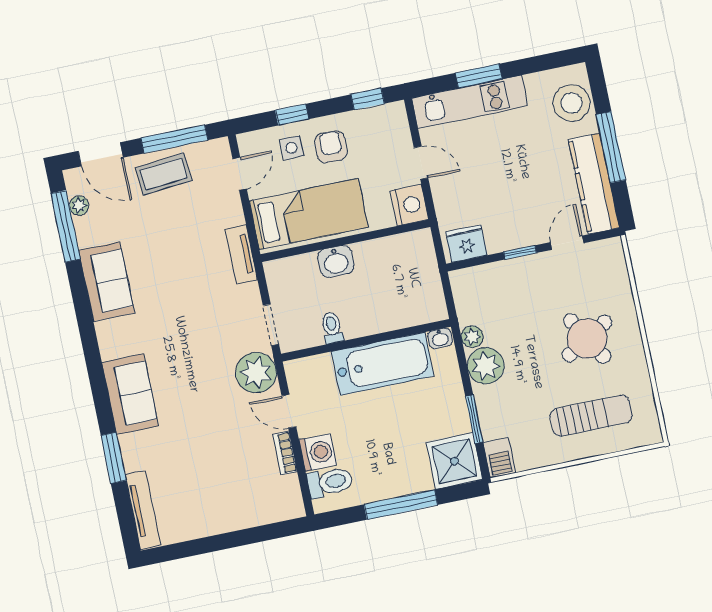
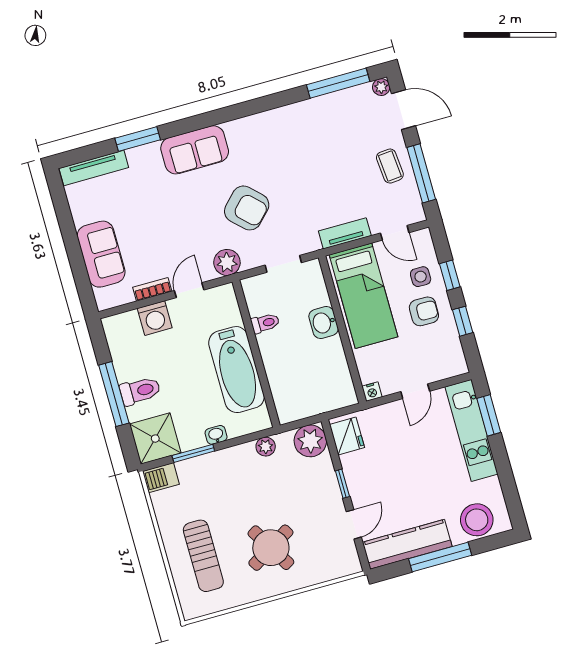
window: (479, 76) -> (489, 415), moved
window: (368, 99) -> (463, 321), moved
door: (101, 154) -> (404, 110), swing flipped
coffee table: (164, 174) -> (390, 166), width x0.73, depth x0.77
nightstand: (409, 205) -> (372, 392), width x0.53, depth x0.56
plant: (79, 206) -> (381, 87), moved
door: (567, 243) -> (354, 524), hinge flipped
tv unit: (241, 254) -> (345, 233), moved
sofa: (106, 282) -> (101, 254), moved, turned -90
doorway: (271, 325) -> (283, 264), moved
washbasin: (440, 338) -> (216, 435), moved, turned 90
armchair: (200, 340) -> (247, 208), added
plant: (486, 366) -> (310, 441), moved
plant: (256, 373) -> (227, 262), width x0.73, depth x0.73
toilet: (330, 482) -> (140, 391), moved, turned -90

